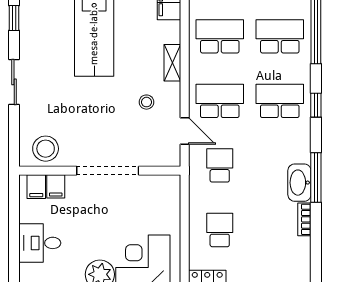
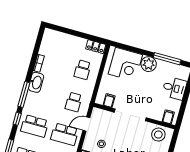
door: (185, 131) -> (86, 124), hinge flipped
window: (316, 177) -> (24, 94), moved
filing cabinet: (56, 186) -> (109, 101), moved

